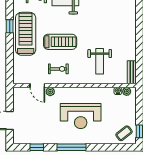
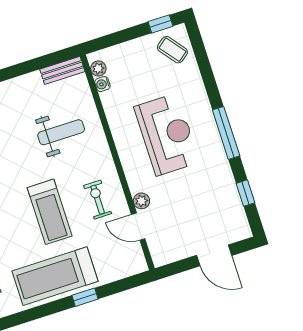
window: (10, 26) -> (85, 297), moved
treadmill: (60, 42) -> (50, 212), turned 180
door: (37, 86) -> (138, 227), swing flipped

